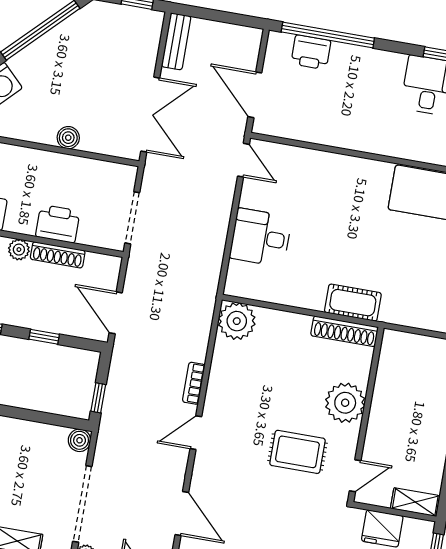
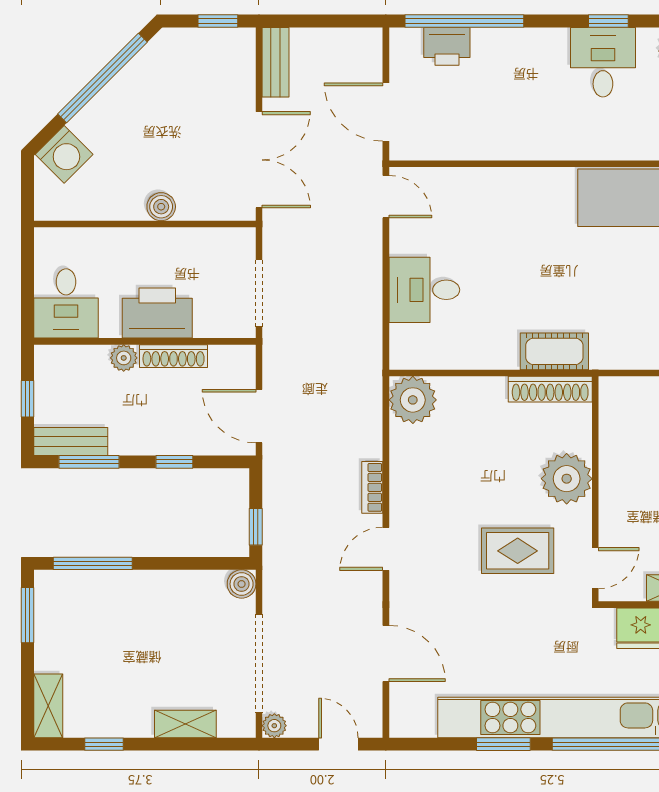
printer: (58, 224) -> (157, 313), width x1.37, depth x1.19

